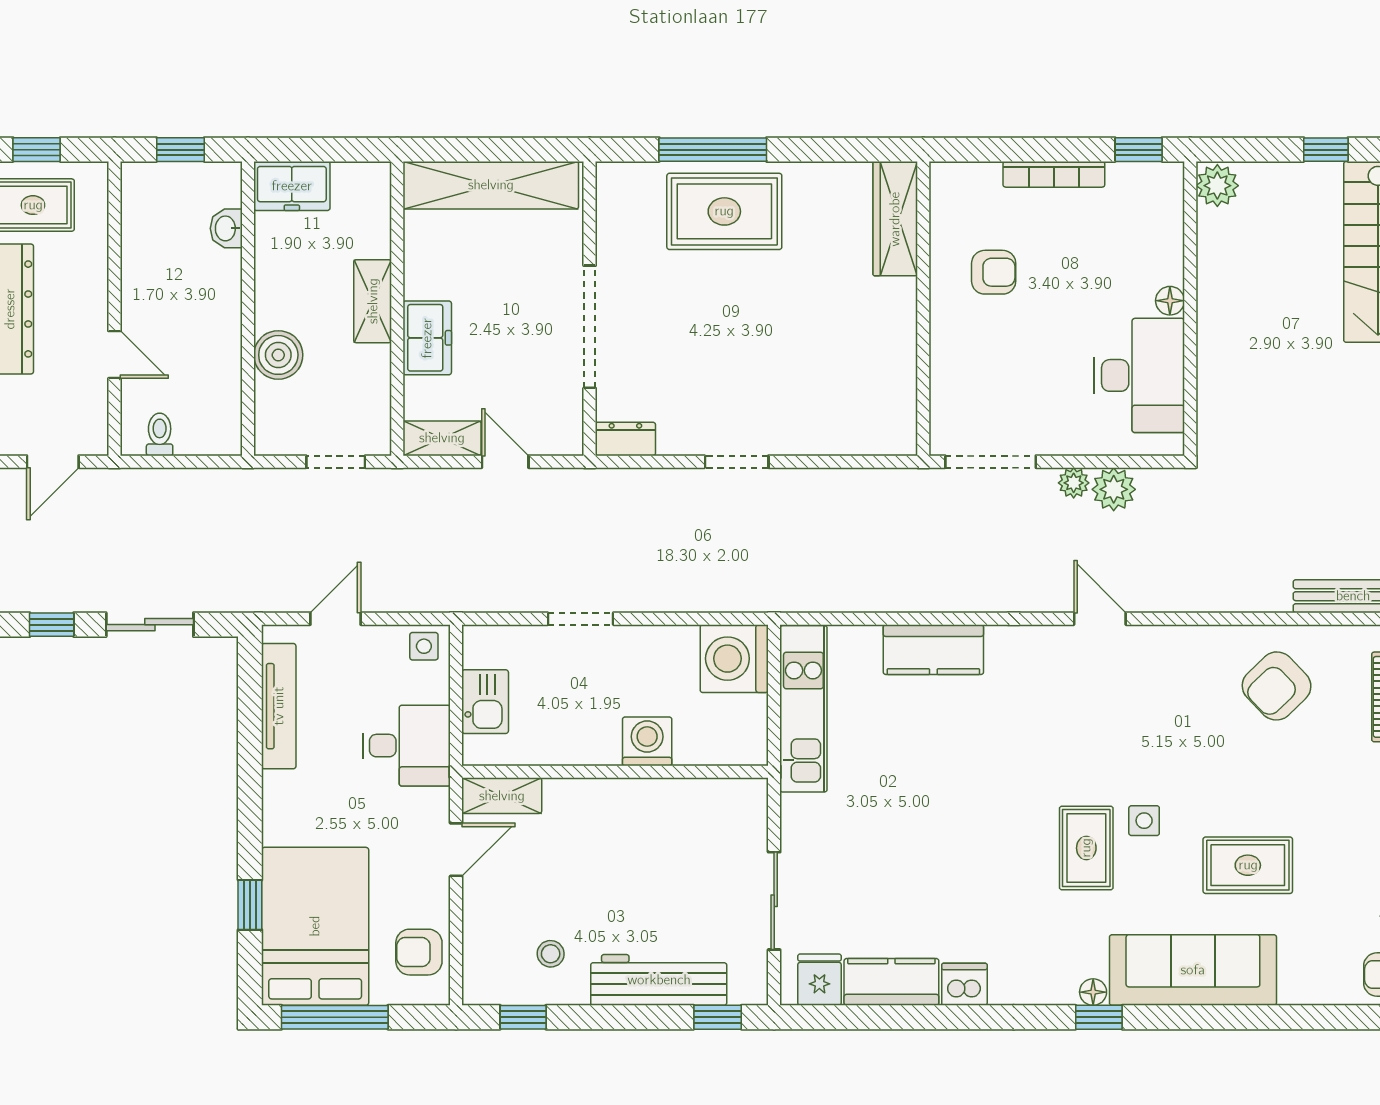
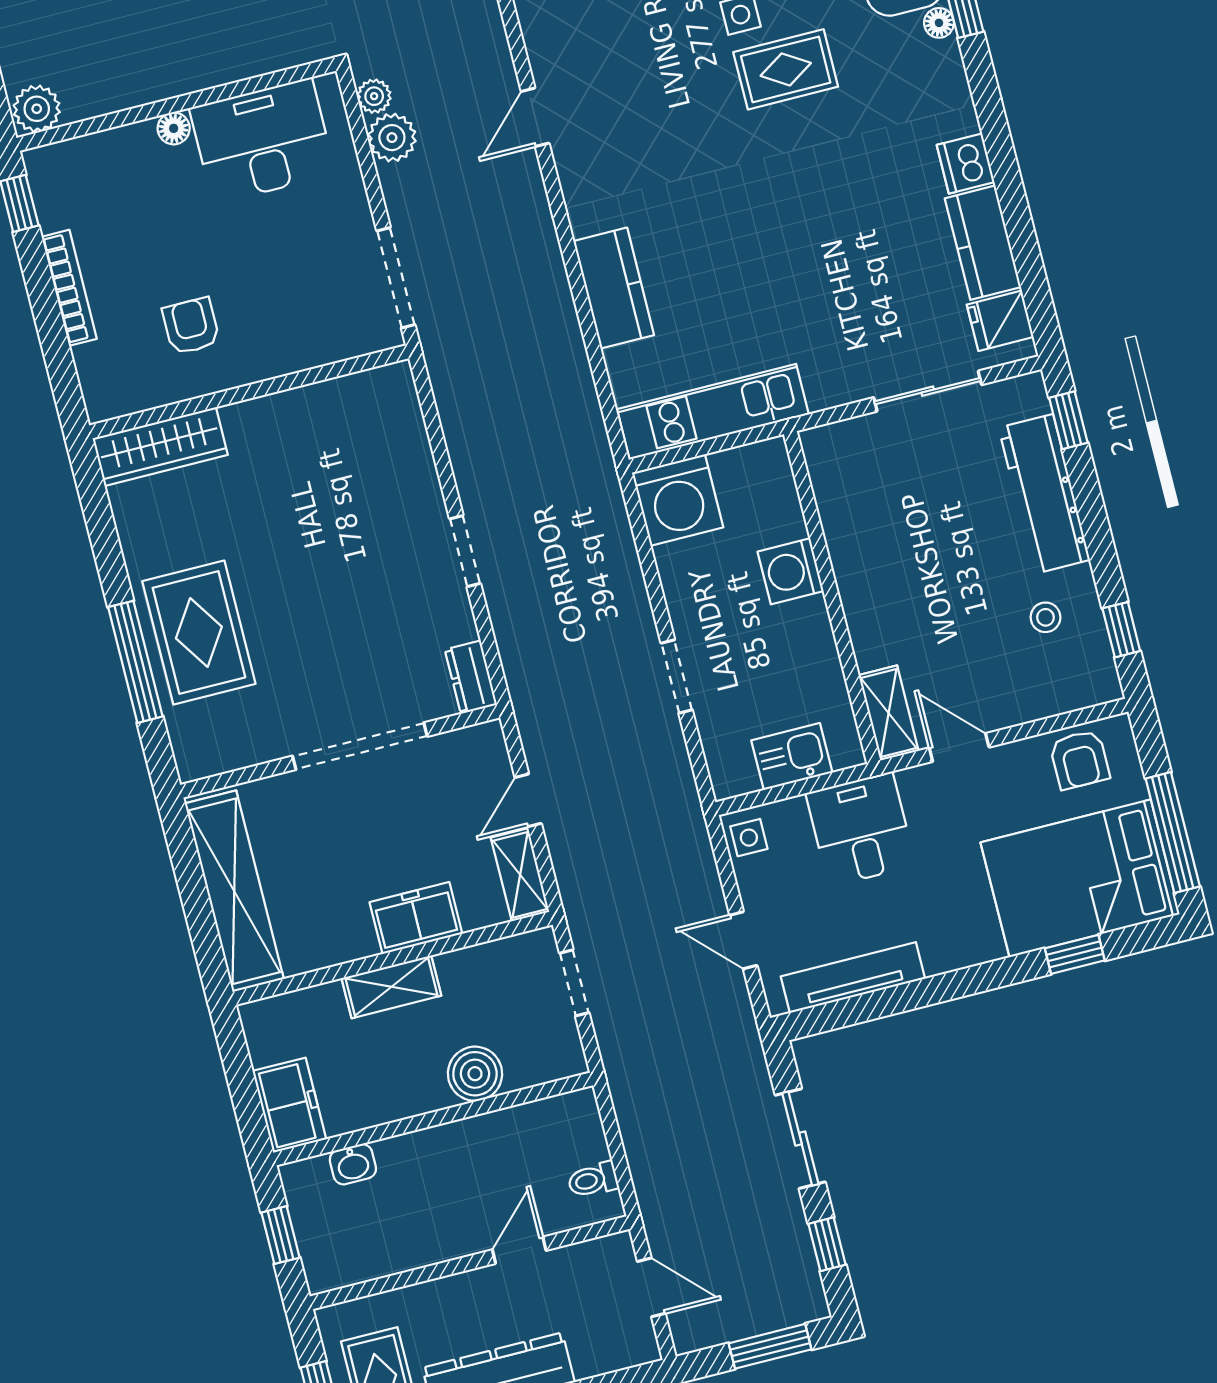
plant: (1074, 483) -> (374, 96), moved

